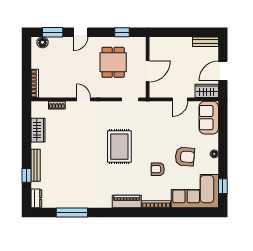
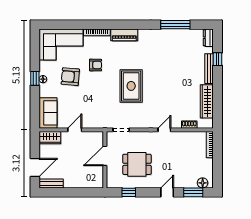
dining table: (113, 62) -> (137, 164), turned 90
door: (223, 71) -> (35, 168), moved
door: (84, 99) -> (164, 130), swing flipped
wardrobe: (38, 130) -> (207, 101), width x1.50
window: (223, 186) -> (35, 78), moved

